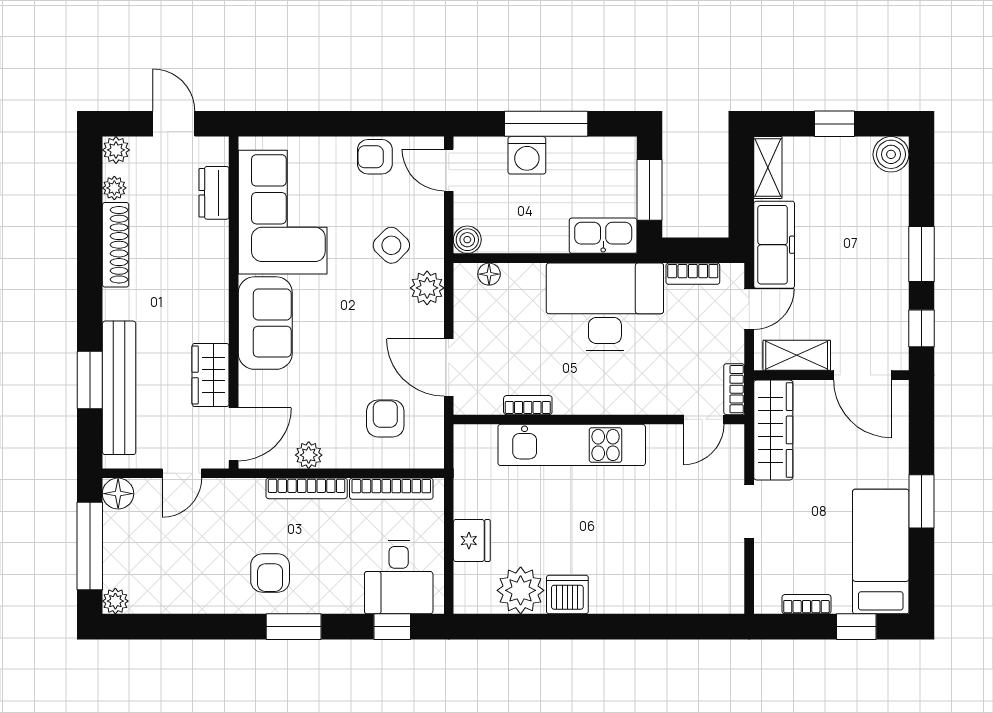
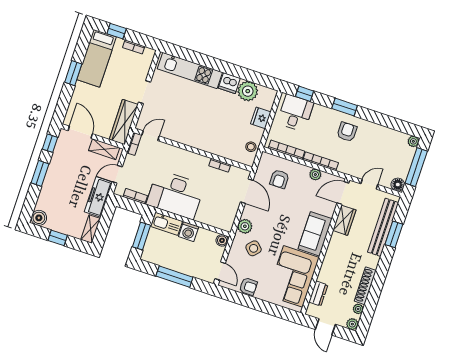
washing machine: (527, 155) -> (189, 232), moved, turned 180
floor lamp: (489, 274) -> (218, 224), removed
kitchen unit: (572, 445) -> (190, 71), moved, turned 180
stool: (472, 469) -> (251, 147), added

